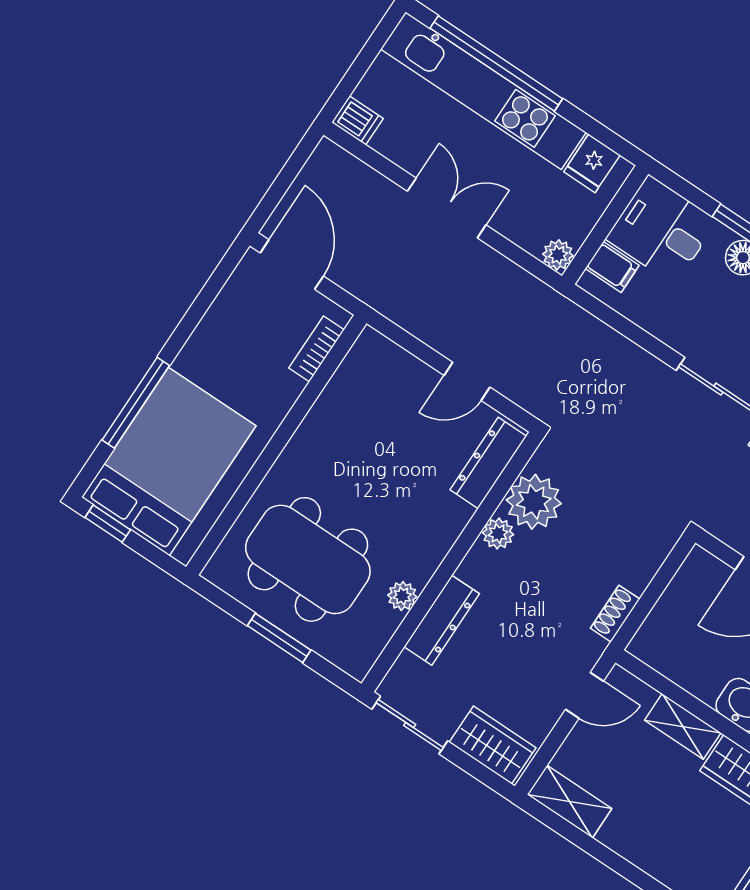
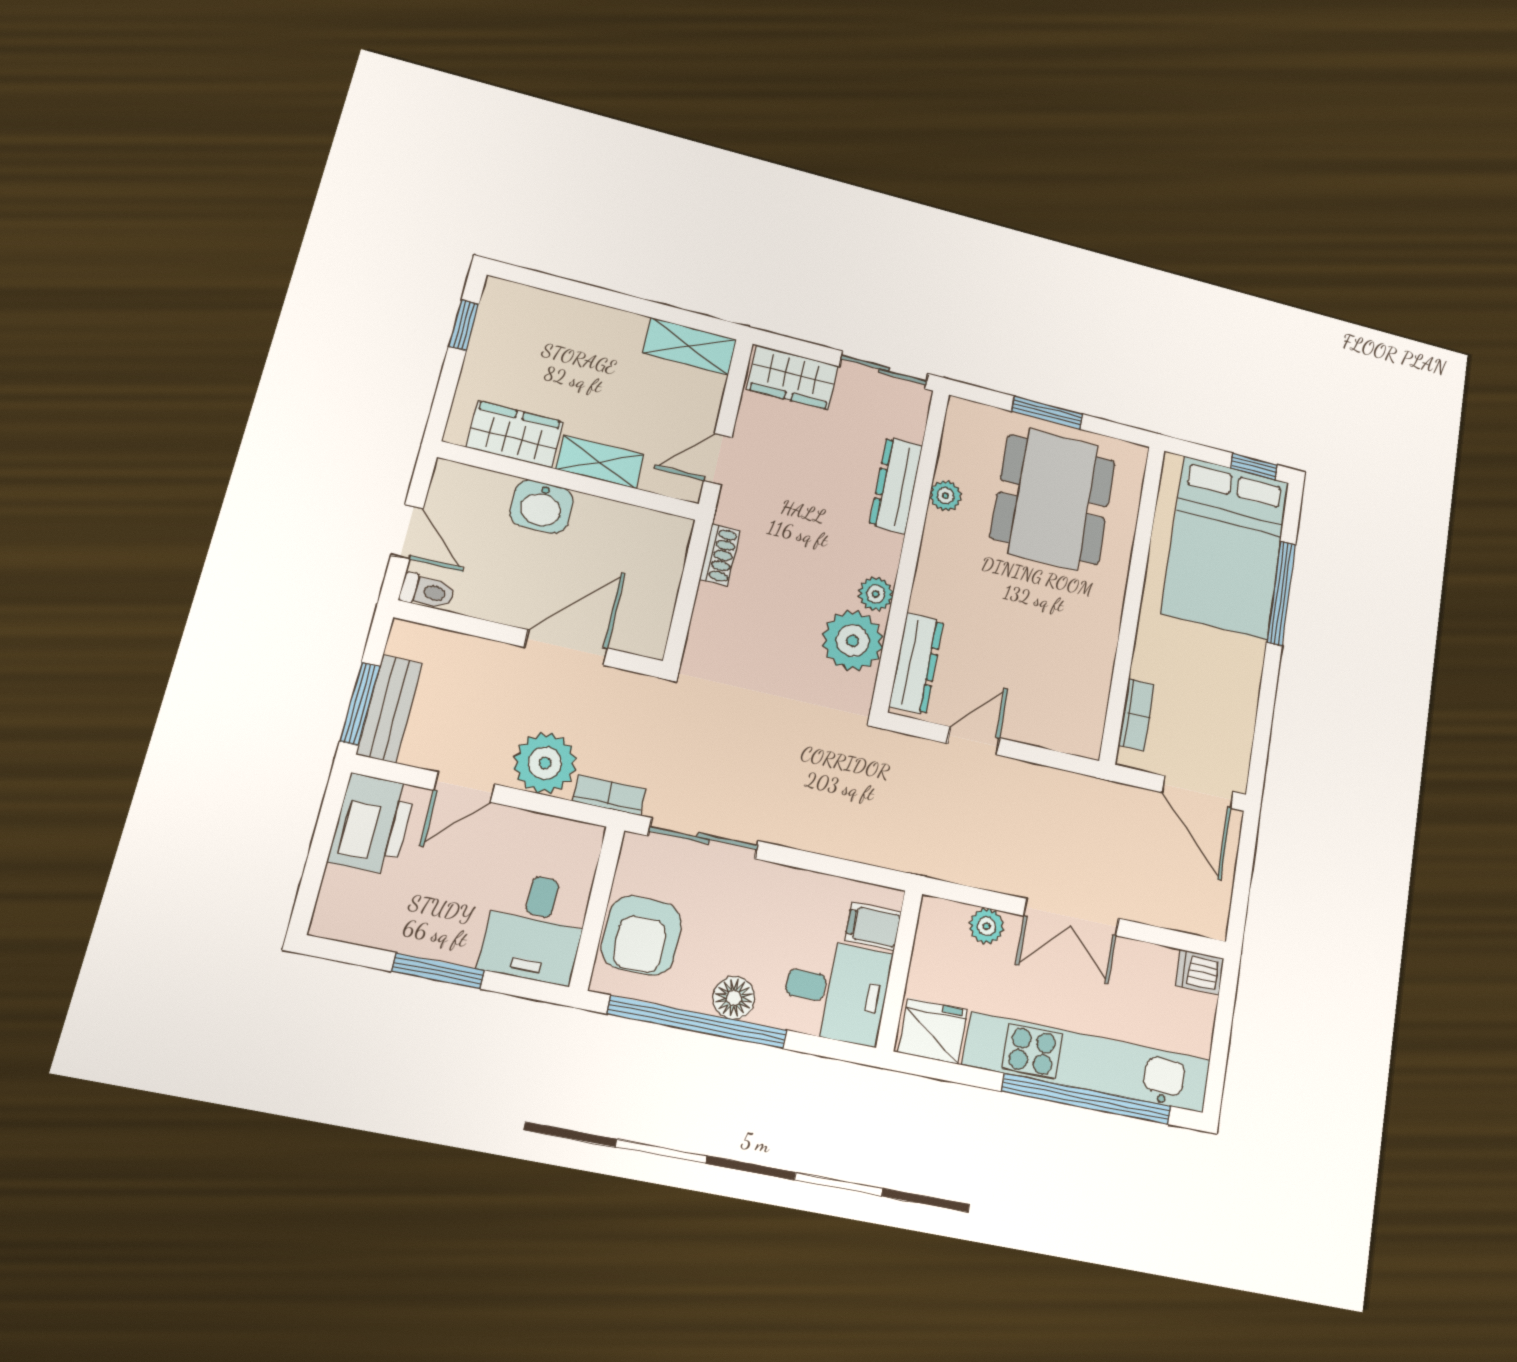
fridge: (592, 163) -> (933, 1031), width x1.38
plant: (558, 255) -> (987, 926), moved
dining table: (308, 559) -> (1053, 499), turned 90

